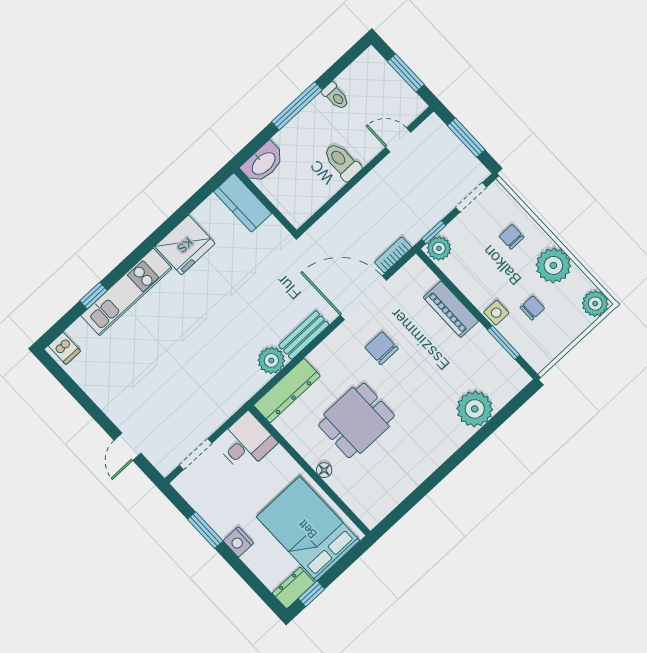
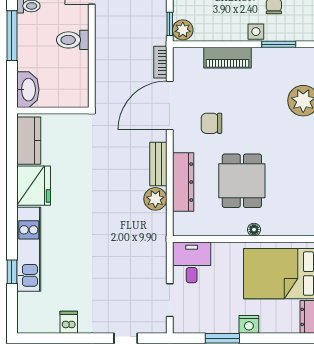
kitchen counter: (243, 203) -> (29, 141), moved, turned -90
dishwasher: (64, 348) -> (69, 322), moved, turned -90
dresser: (287, 391) -> (183, 182), moved

